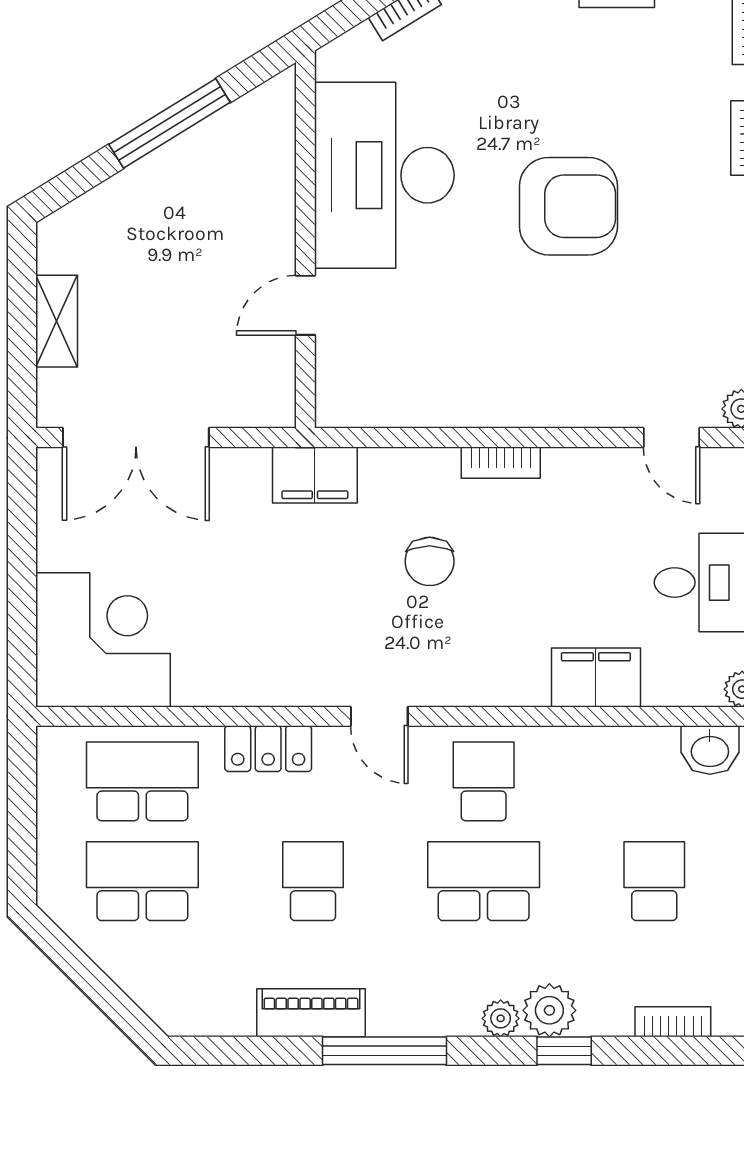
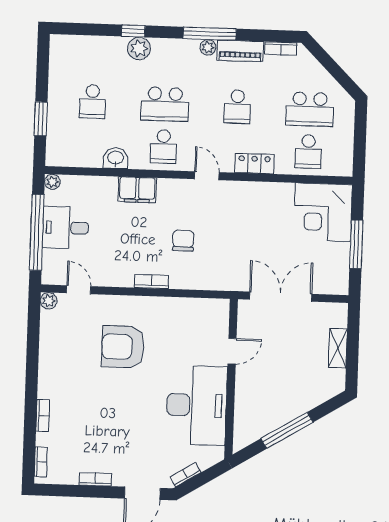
armchair: (568, 206) -> (123, 347), moved
double door: (136, 438) -> (281, 297), moved
filing cabinet: (315, 475) -> (231, 279), removed
window: (22, 567) -> (356, 244), added
filing cabinet: (596, 677) -> (137, 190), moved
washbasin: (710, 750) -> (116, 158), moved
school desk: (142, 781) -> (308, 152), width x0.54
plant: (501, 1018) -> (208, 47), moved
bookcase: (673, 1022) -> (281, 48), moved

